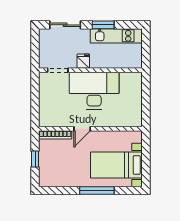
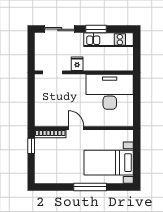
desk: (94, 91) -> (110, 92), moved
door: (82, 129) -> (76, 128), swing flipped
window: (35, 159) -> (31, 146), moved

